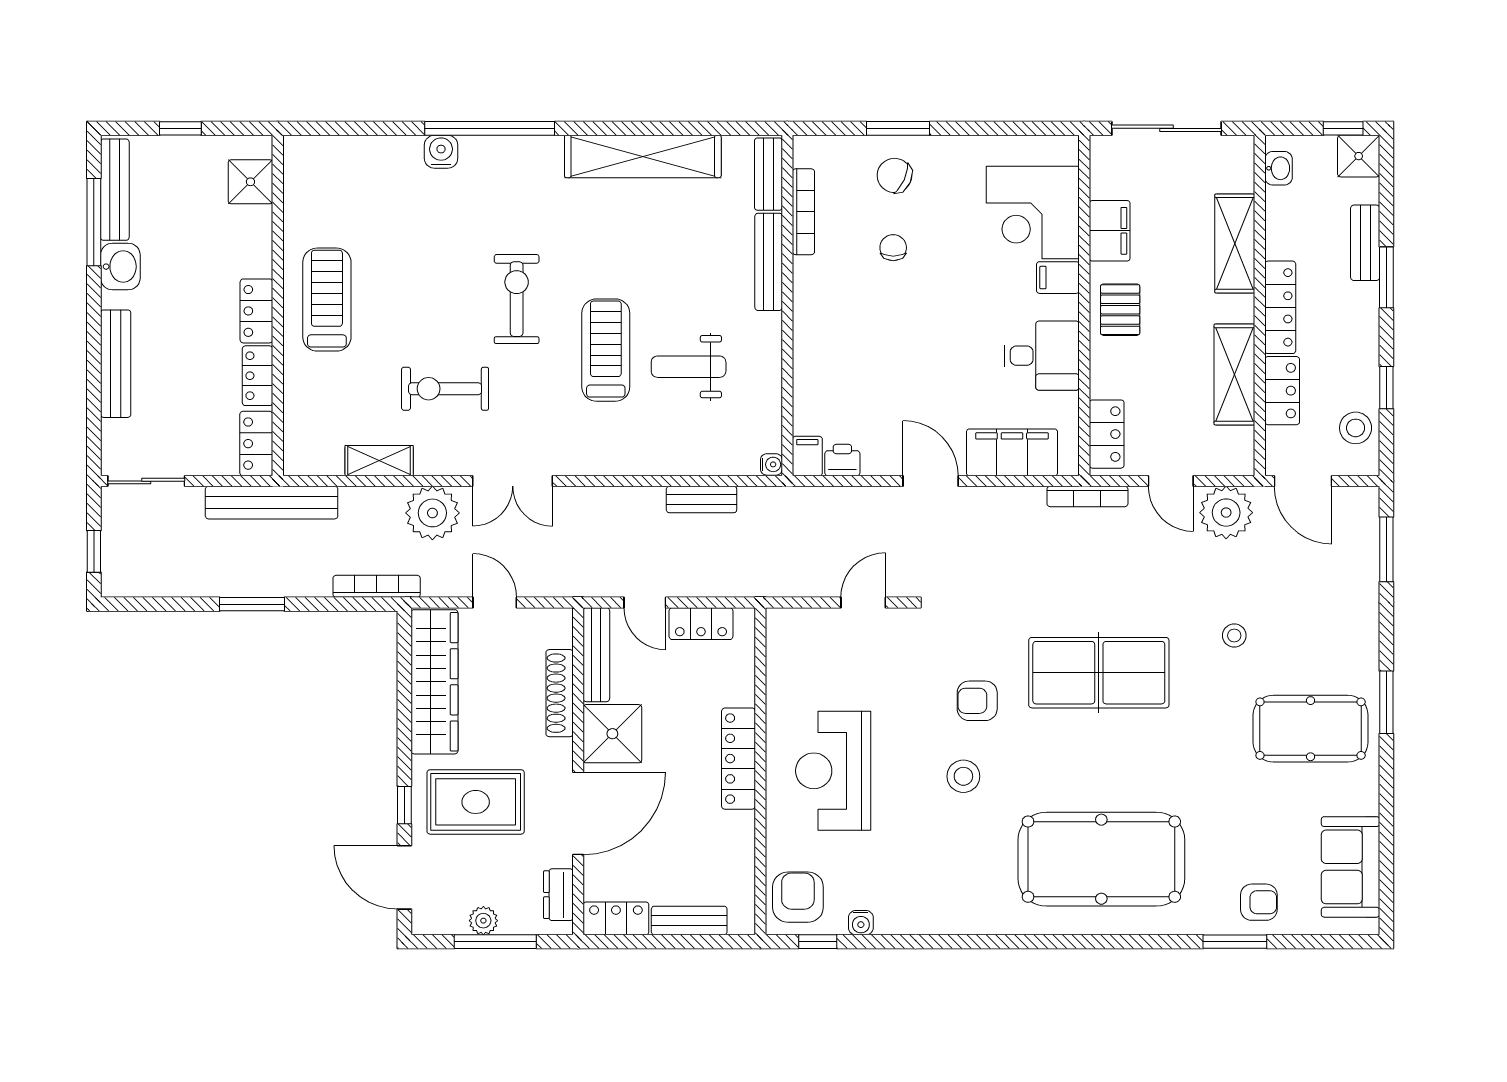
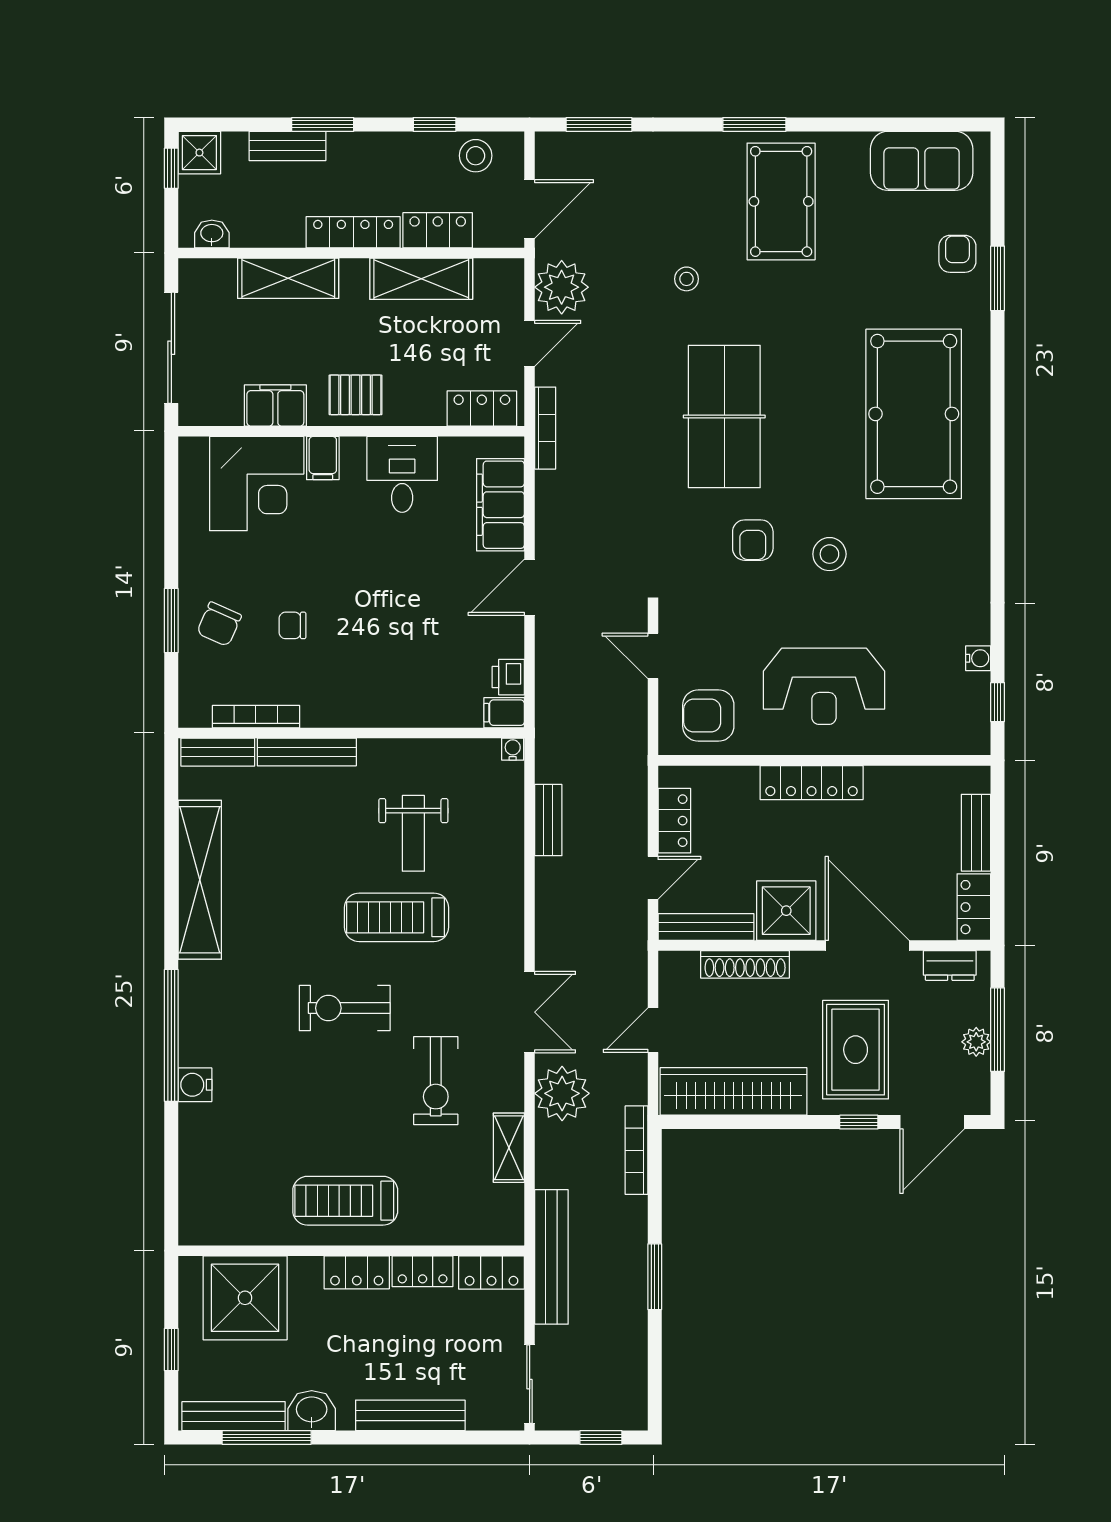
shower: (250, 182) -> (245, 1298), width x1.86, depth x1.86
armchair: (798, 897) -> (708, 716), moved

